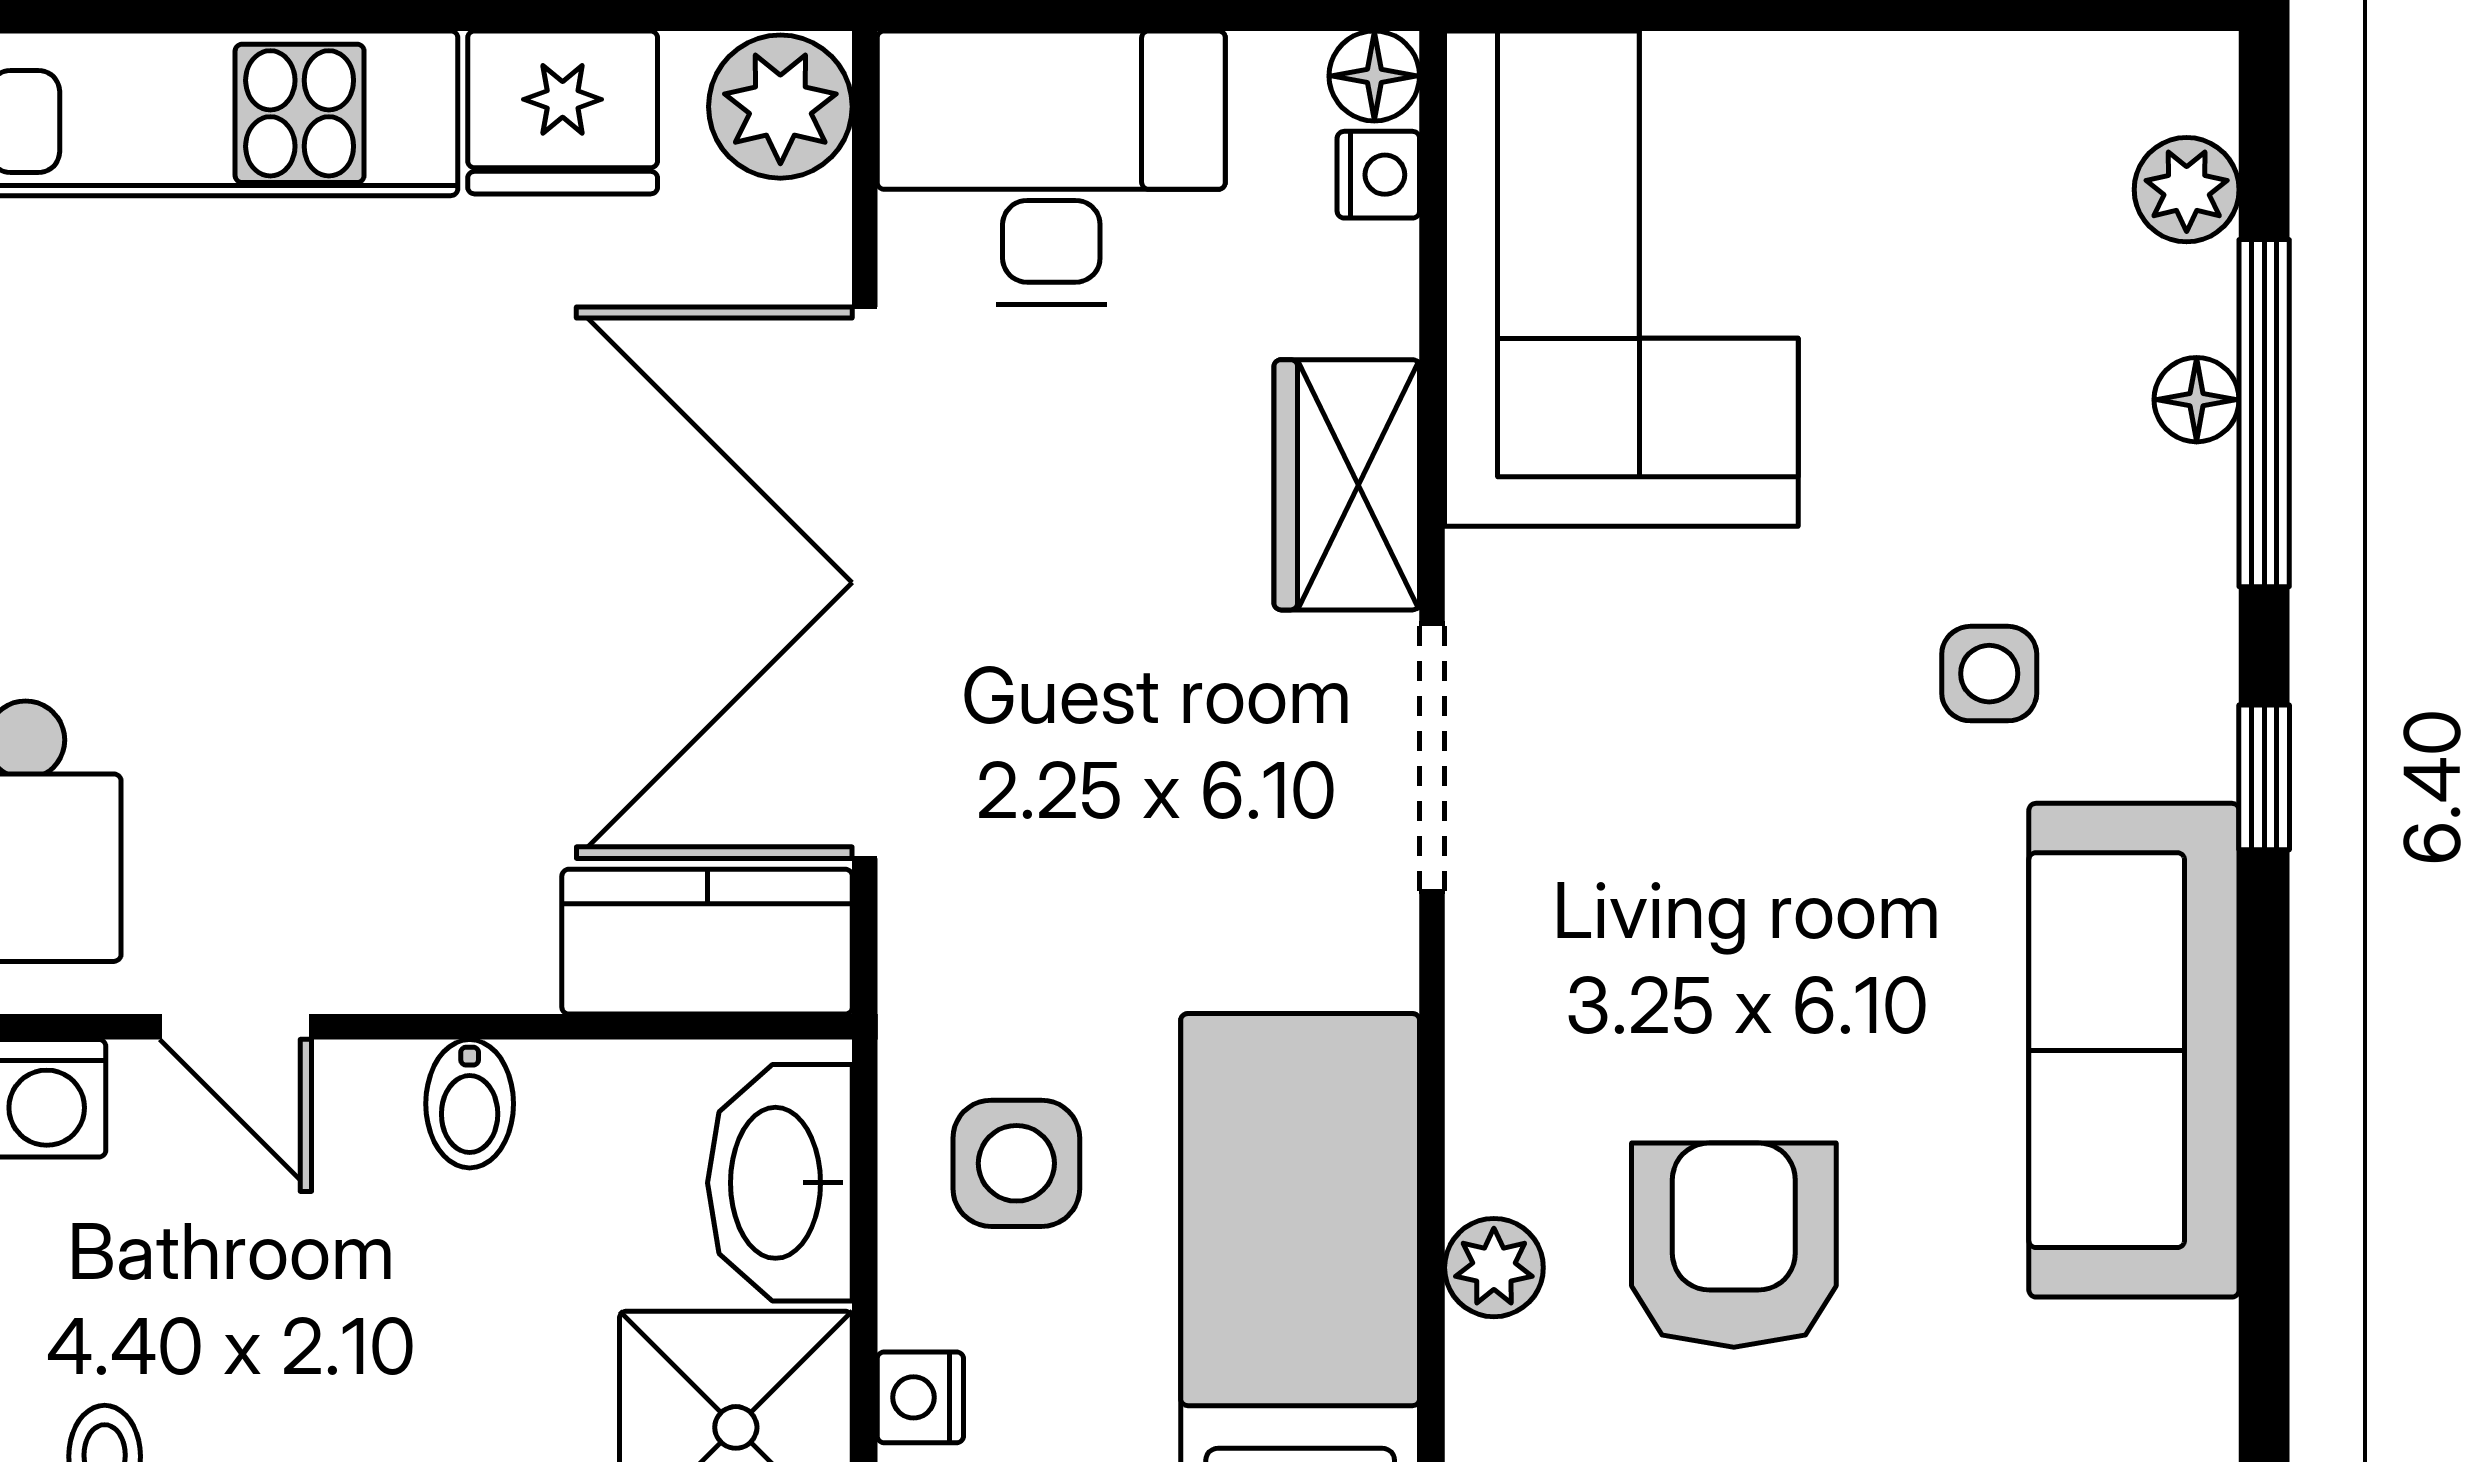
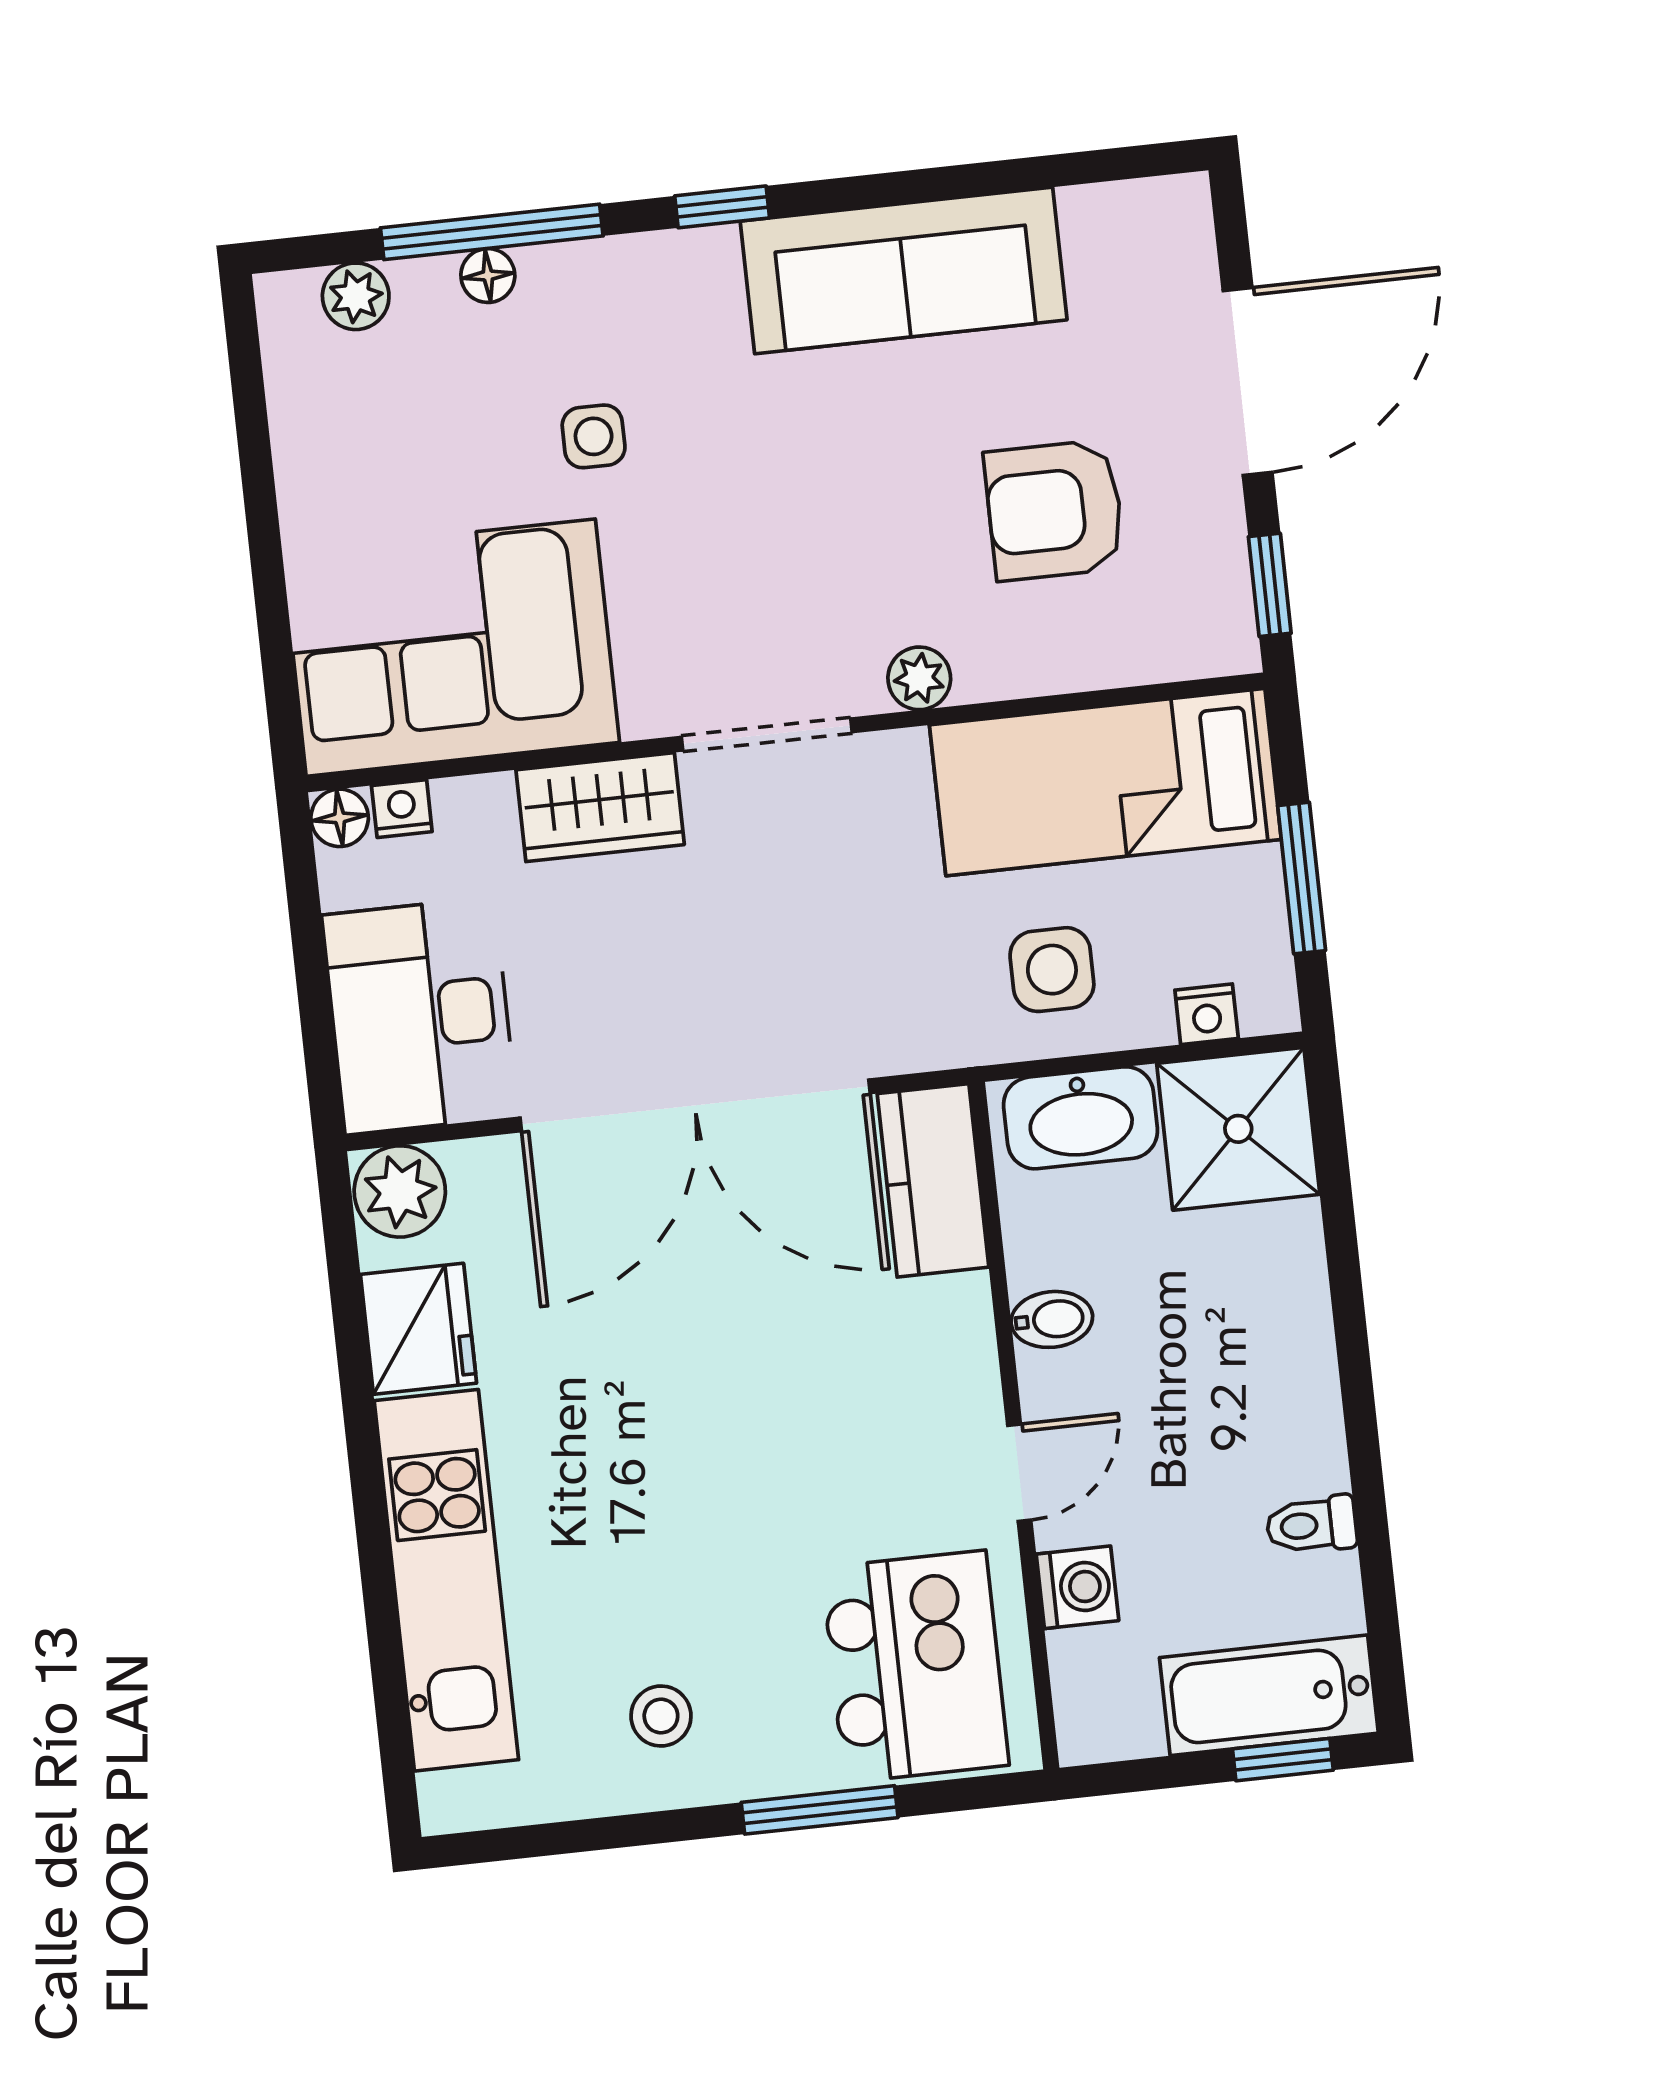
side table: (1989, 674) -> (594, 436), moved
plant: (1494, 1268) -> (919, 678), moved

